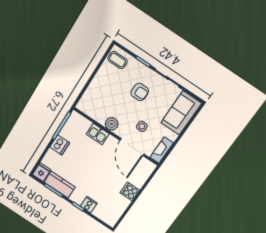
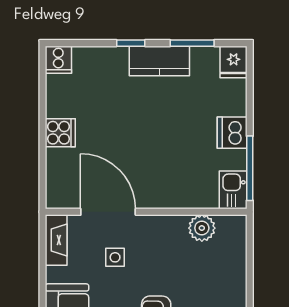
plant: (112, 124) -> (202, 228), moved
kitchen sink: (98, 134) -> (233, 190), moved, turned -90
kitchen counter: (59, 185) -> (159, 61), moved
cooker: (89, 205) -> (58, 60), moved

